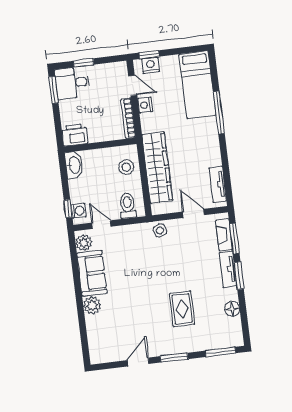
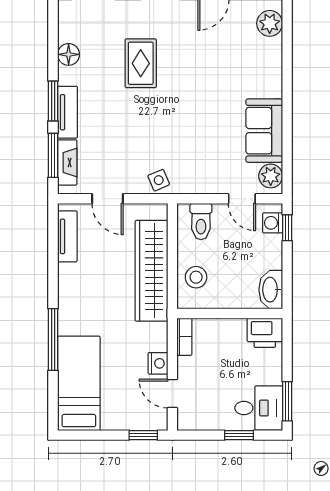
nightstand: (150, 65) -> (143, 420), removed
bookcase: (128, 118) -> (184, 337), width x0.64
plant: (92, 305) -> (270, 23), moved

